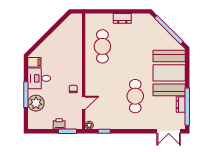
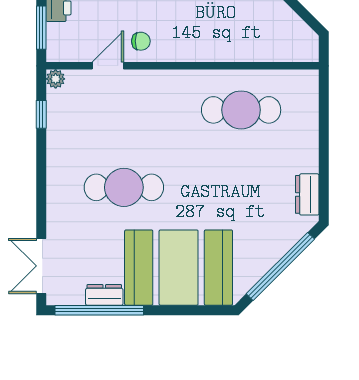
dresser: (122, 18) -> (307, 194), moved
door: (84, 103) -> (108, 66), swing flipped

